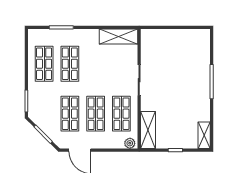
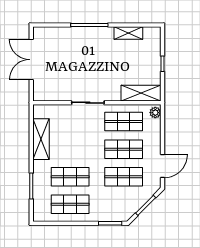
double door: (179, 27) -> (31, 60), added
shelving: (118, 37) -> (41, 139), moved
shelving: (204, 135) -> (128, 33), moved

